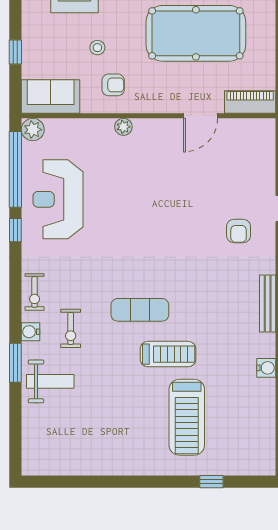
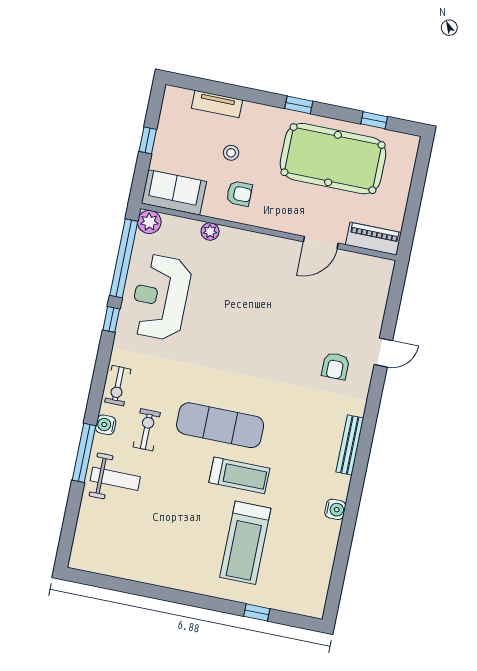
plant: (123, 127) -> (210, 231), moved
exercise mat: (140, 310) -> (220, 425), width x1.36, depth x1.45
exercise bike: (71, 328) -> (147, 430), turned 180
window: (15, 363) -> (84, 453), width x1.44

